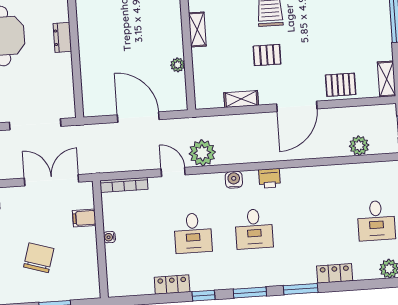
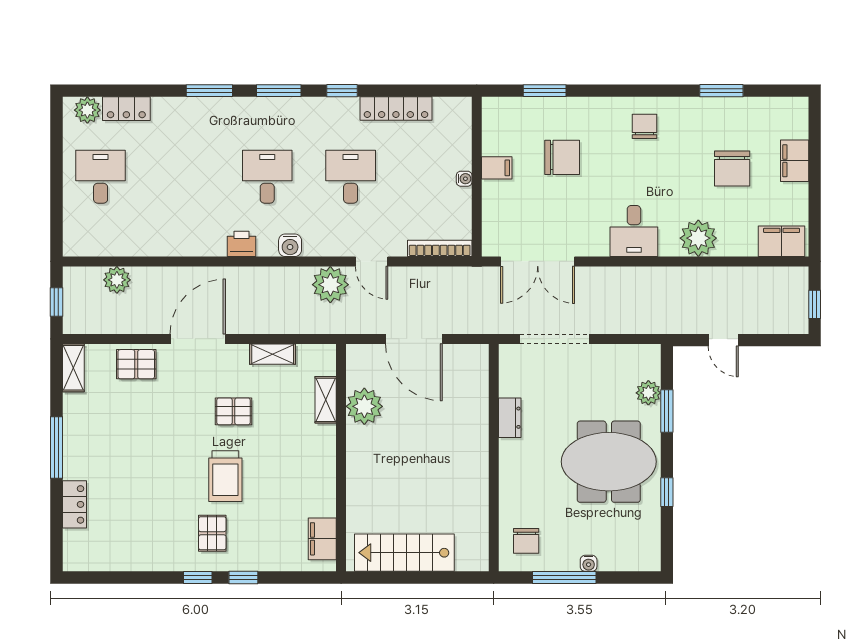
shelving: (197, 29) -> (326, 400), moved
dresser: (62, 37) -> (510, 418), moved
plant: (178, 65) -> (364, 406), width x1.88, depth x1.88
filing cabinet: (84, 218) -> (497, 168), moved
chair: (39, 258) -> (562, 157), turned -107
locker: (335, 273) -> (126, 109), moved
locker: (172, 285) -> (396, 109), width x1.53

